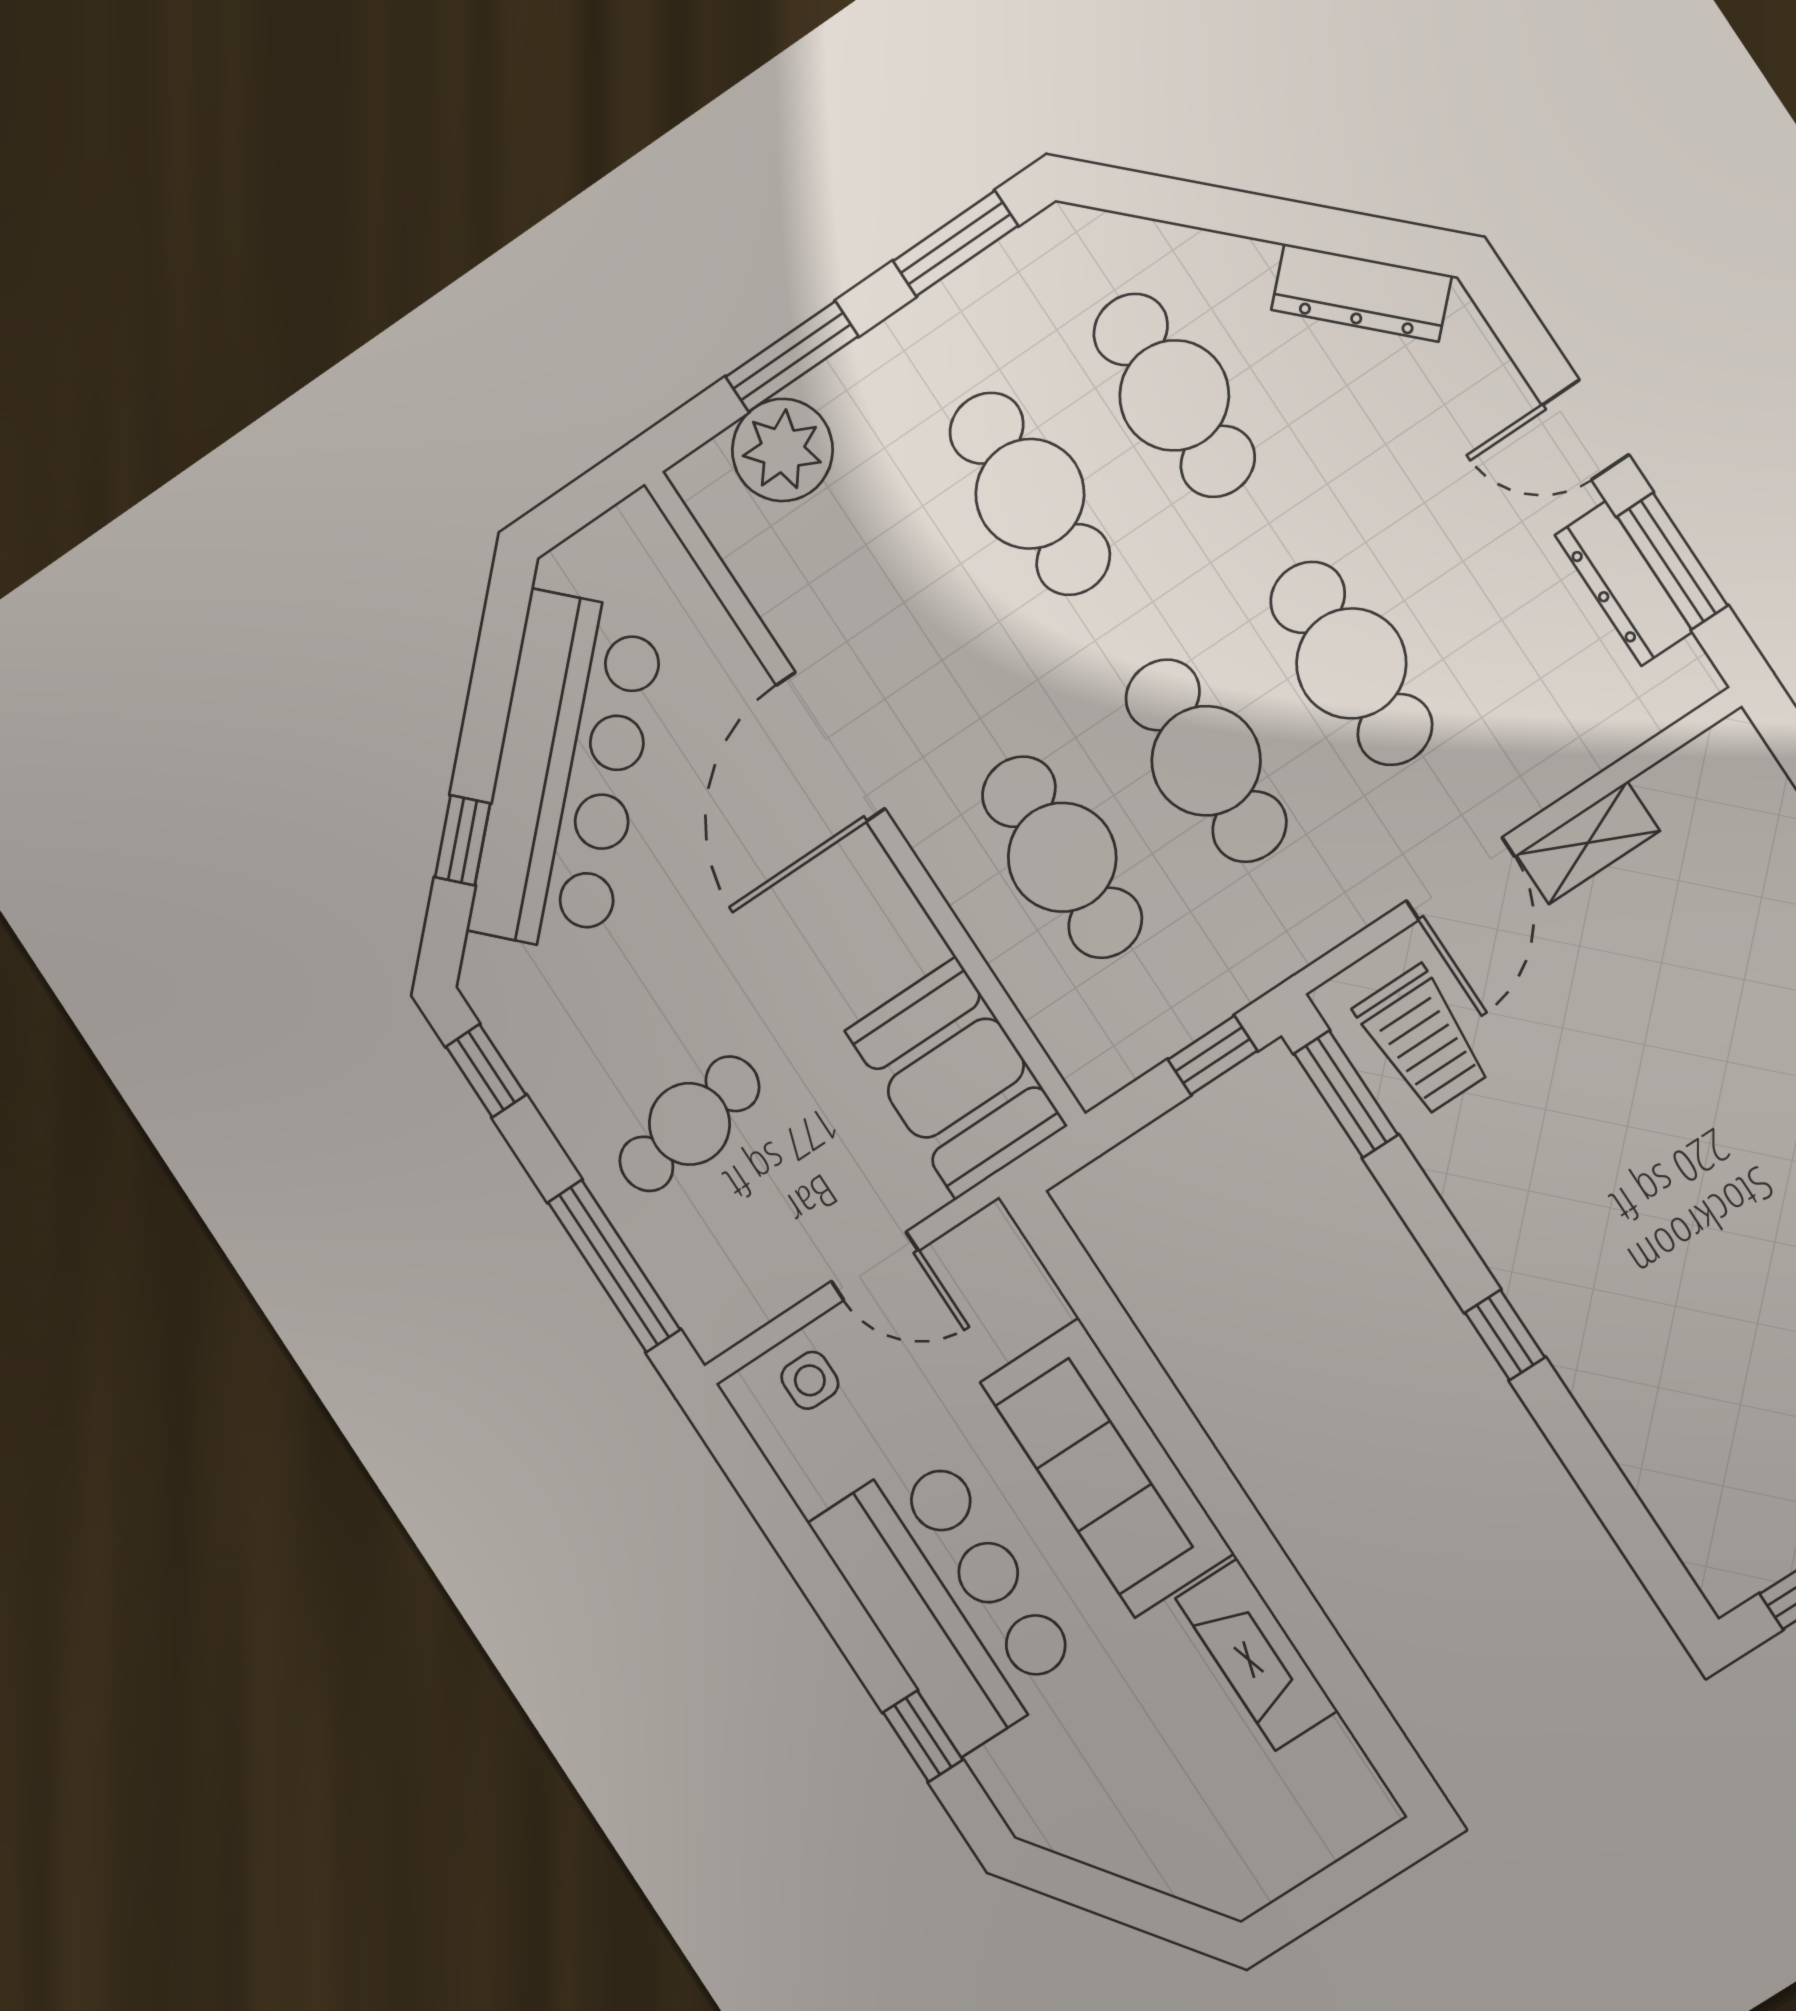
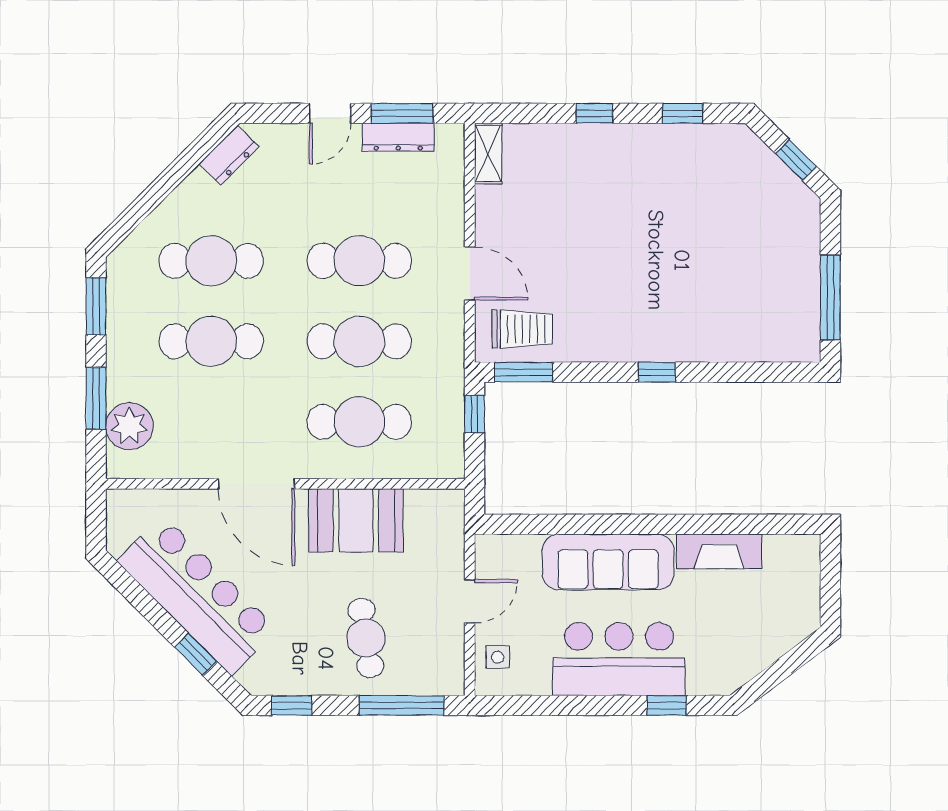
dresser: (1361, 293) -> (229, 155), width x0.70
shelving: (1588, 843) -> (488, 153), moved
booth: (956, 1078) -> (356, 520), moved

